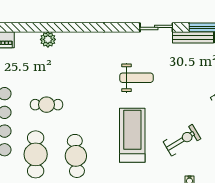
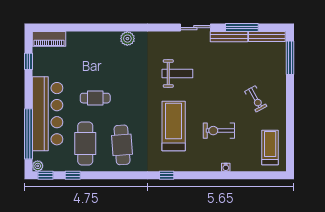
plant: (48, 39) -> (127, 39), moved
exercise bike: (182, 140) -> (219, 131), turned -149

